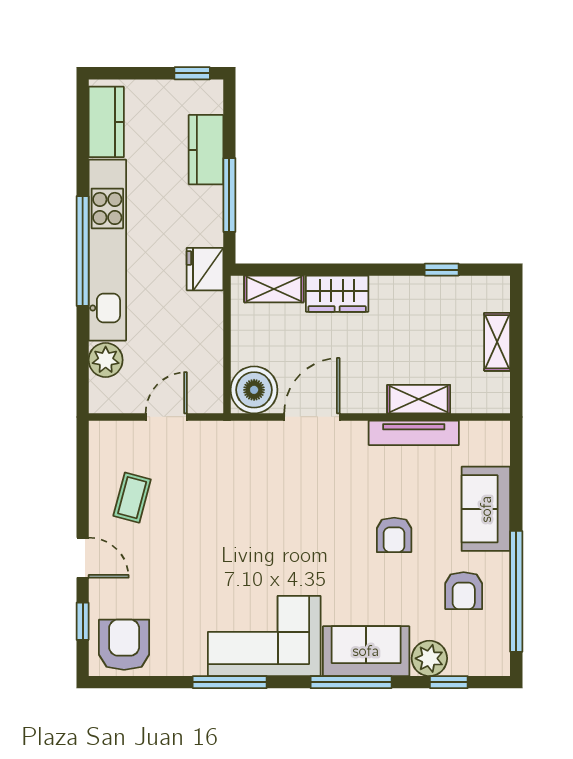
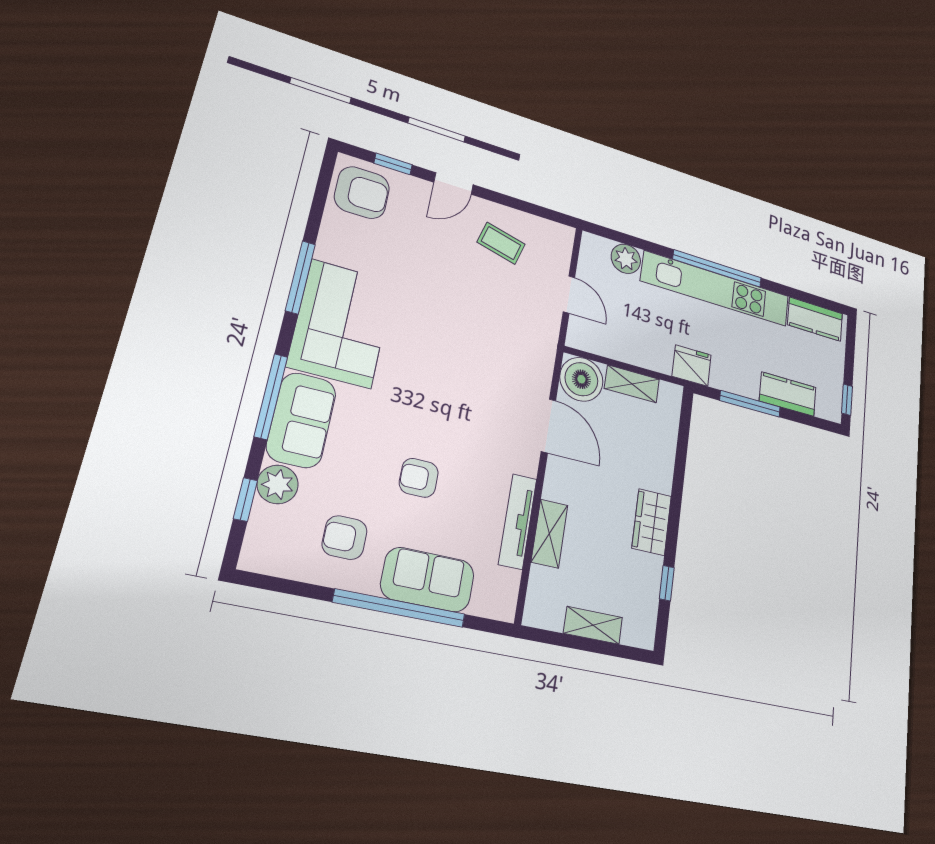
shelving: (274, 289) -> (632, 384), moved, turned 90
wardrobe: (337, 294) -> (652, 522), moved
window: (516, 591) -> (400, 608), moved

